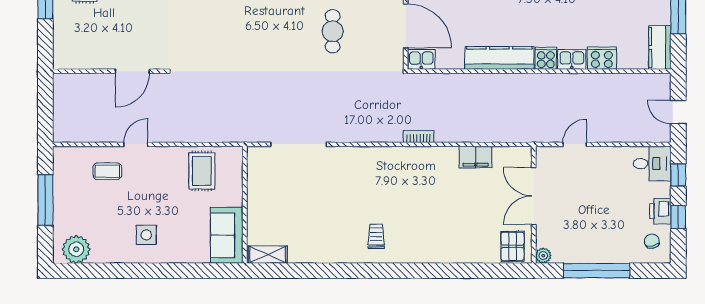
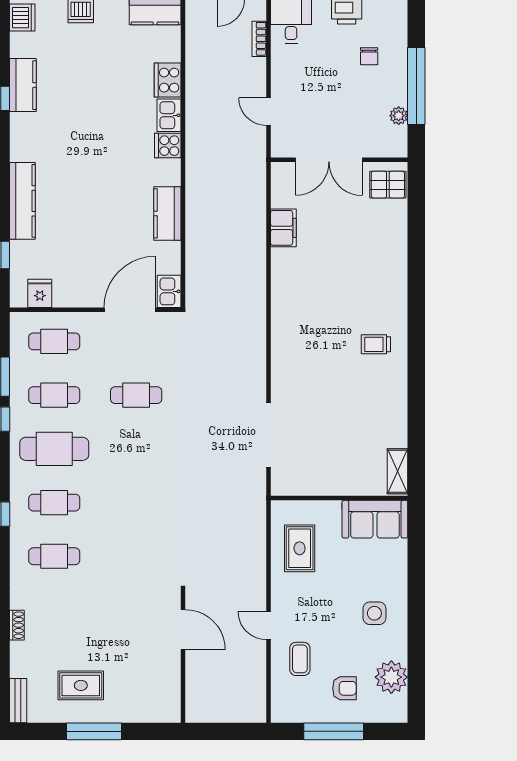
kitchen counter: (499, 58) -> (167, 213), width x0.67
bookcase: (419, 137) -> (259, 39), moved
rug: (202, 171) -> (300, 548), turned 90
armchair: (82, 209) -> (344, 688), added
chair: (652, 241) -> (369, 56), moved, turned -78
plant: (76, 249) -> (391, 677), moved
plant: (543, 256) -> (399, 116), moved

